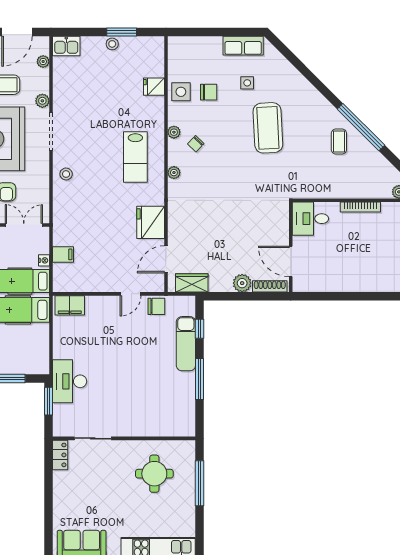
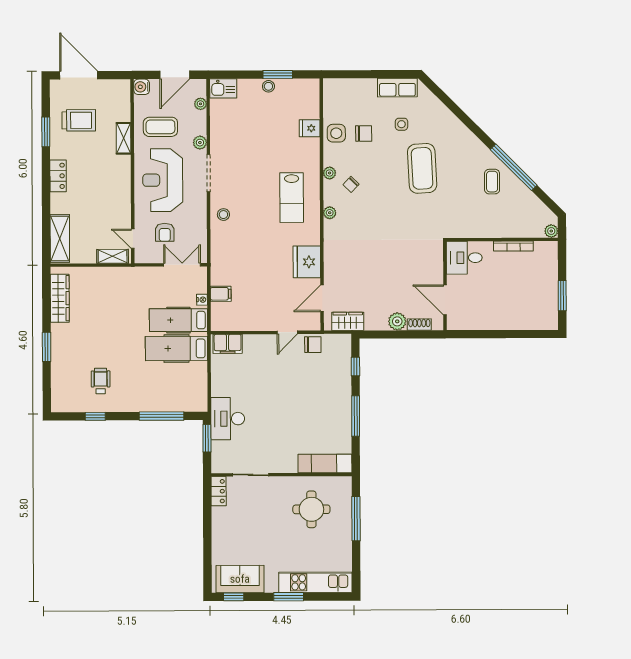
shoe rack: (270, 286) -> (419, 325), width x0.70
exam couch: (186, 344) -> (325, 463), moved, turned 90

